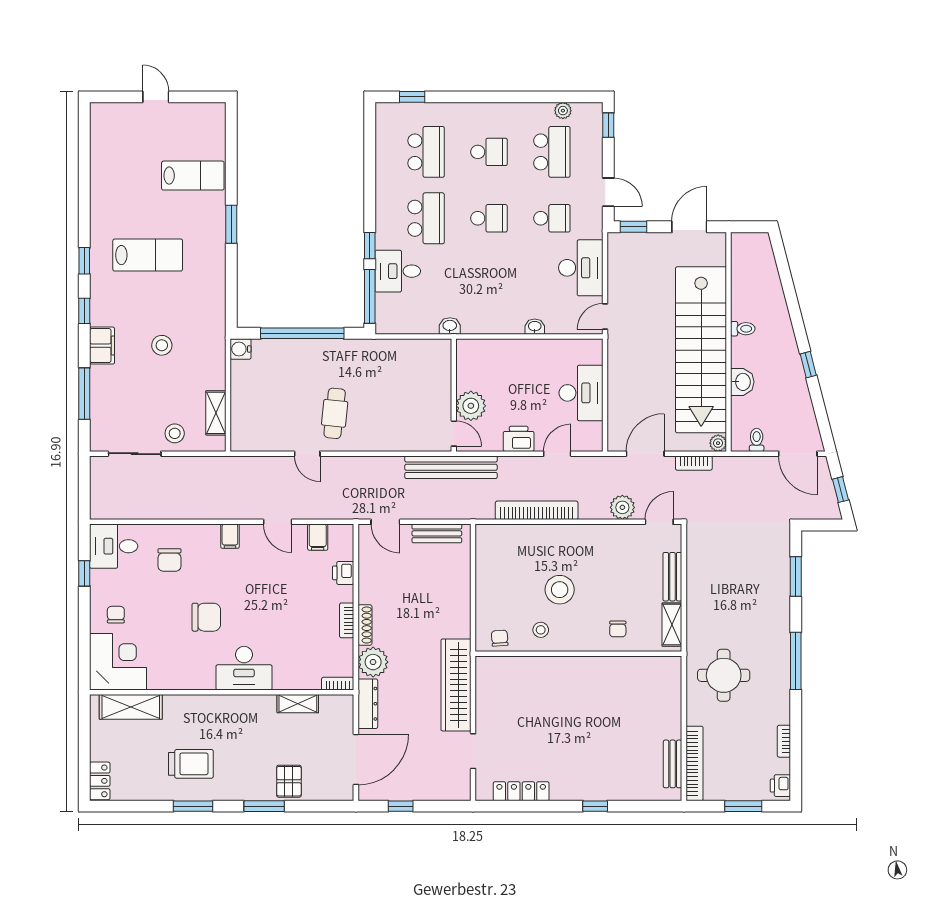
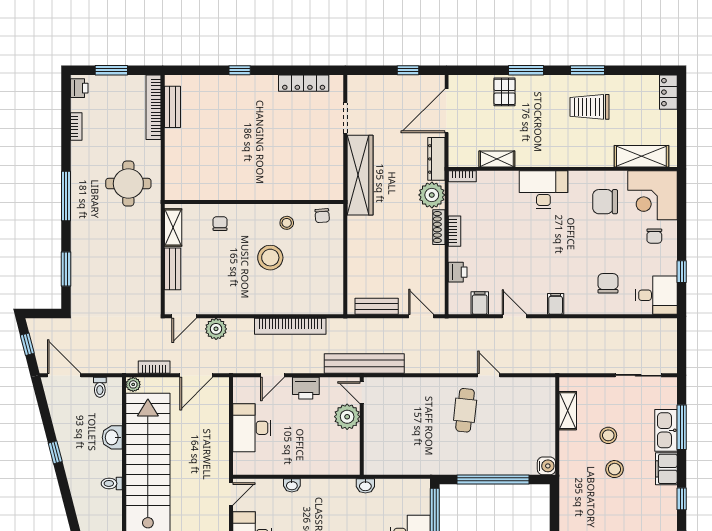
kitchen sink: (102, 390) -> (666, 430), added
stool: (175, 433) -> (608, 435), moved
chair: (206, 617) -> (605, 202), moved

